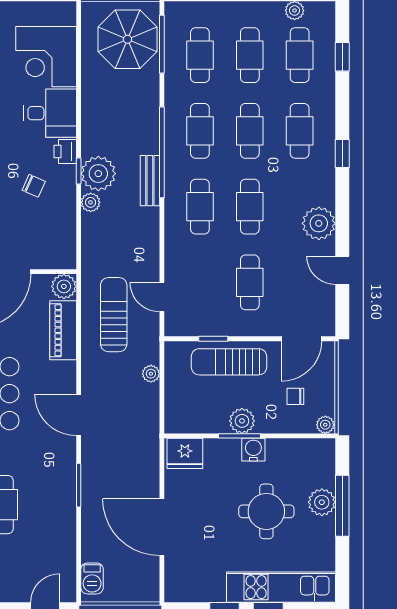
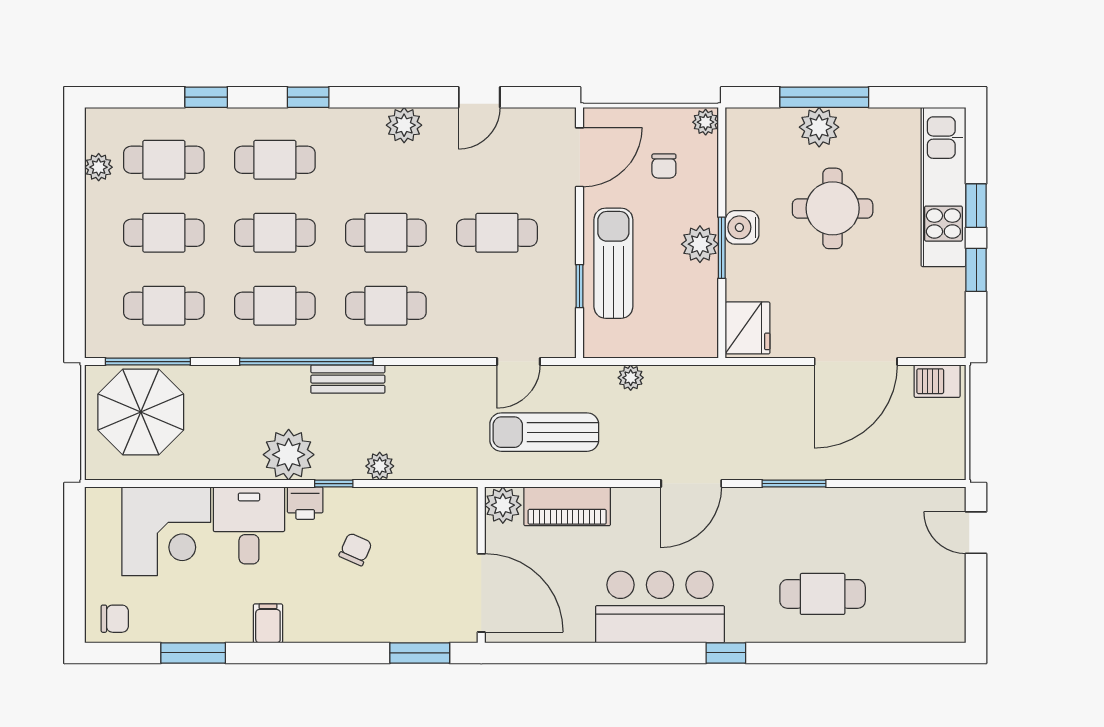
window: (342, 57) -> (206, 97), moved
plant: (98, 174) -> (289, 455), moved
plant: (319, 223) -> (404, 125), width x0.73, depth x0.73
door: (301, 339) -> (580, 157), hinge flipped
sun lounger: (229, 362) -> (613, 263), turned 180
barbecue: (92, 578) -> (937, 381), moved, turned 180

